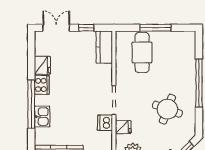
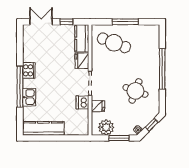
cafe table: (142, 52) -> (114, 43), turned -69
fridge: (42, 65) -> (82, 61), moved, turned 180

